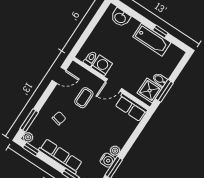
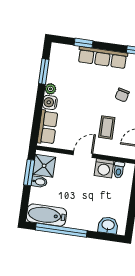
window: (160, 31) -> (61, 230), width x3.17
bathtub: (152, 40) -> (46, 215), moved
row of seats: (131, 108) -> (48, 127), moved, turned 90
water cooler: (107, 160) -> (50, 102), moved

